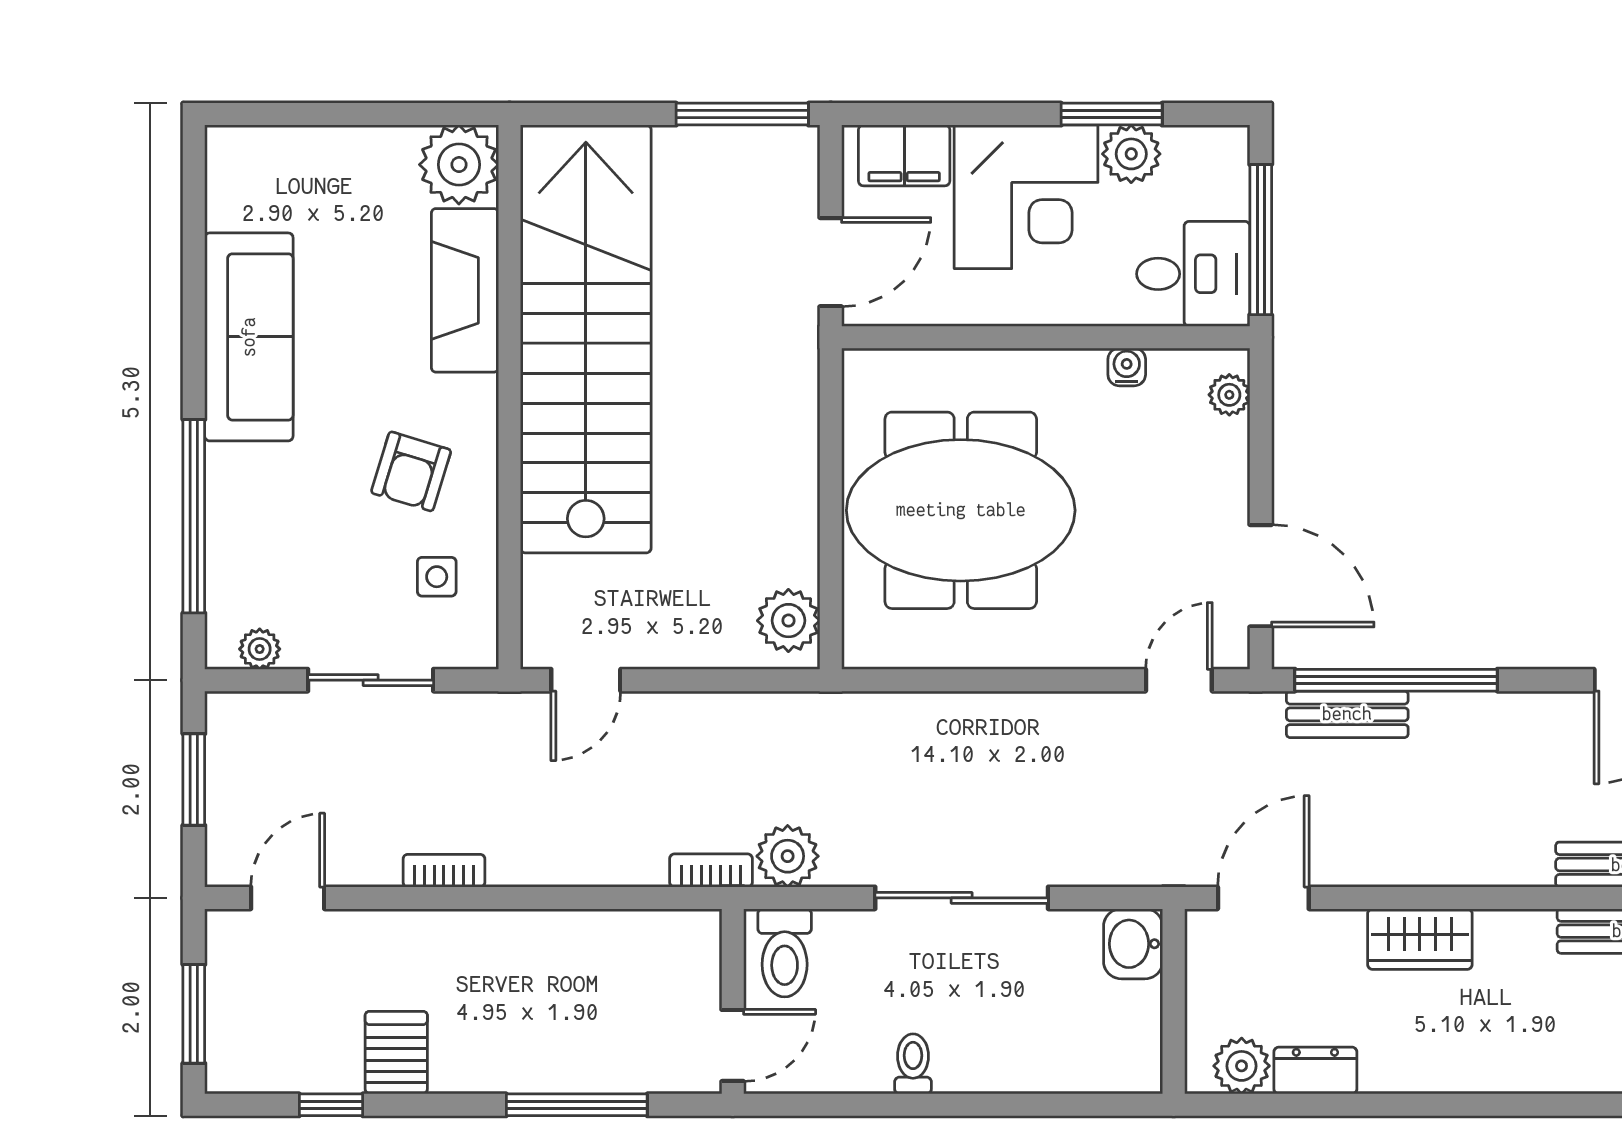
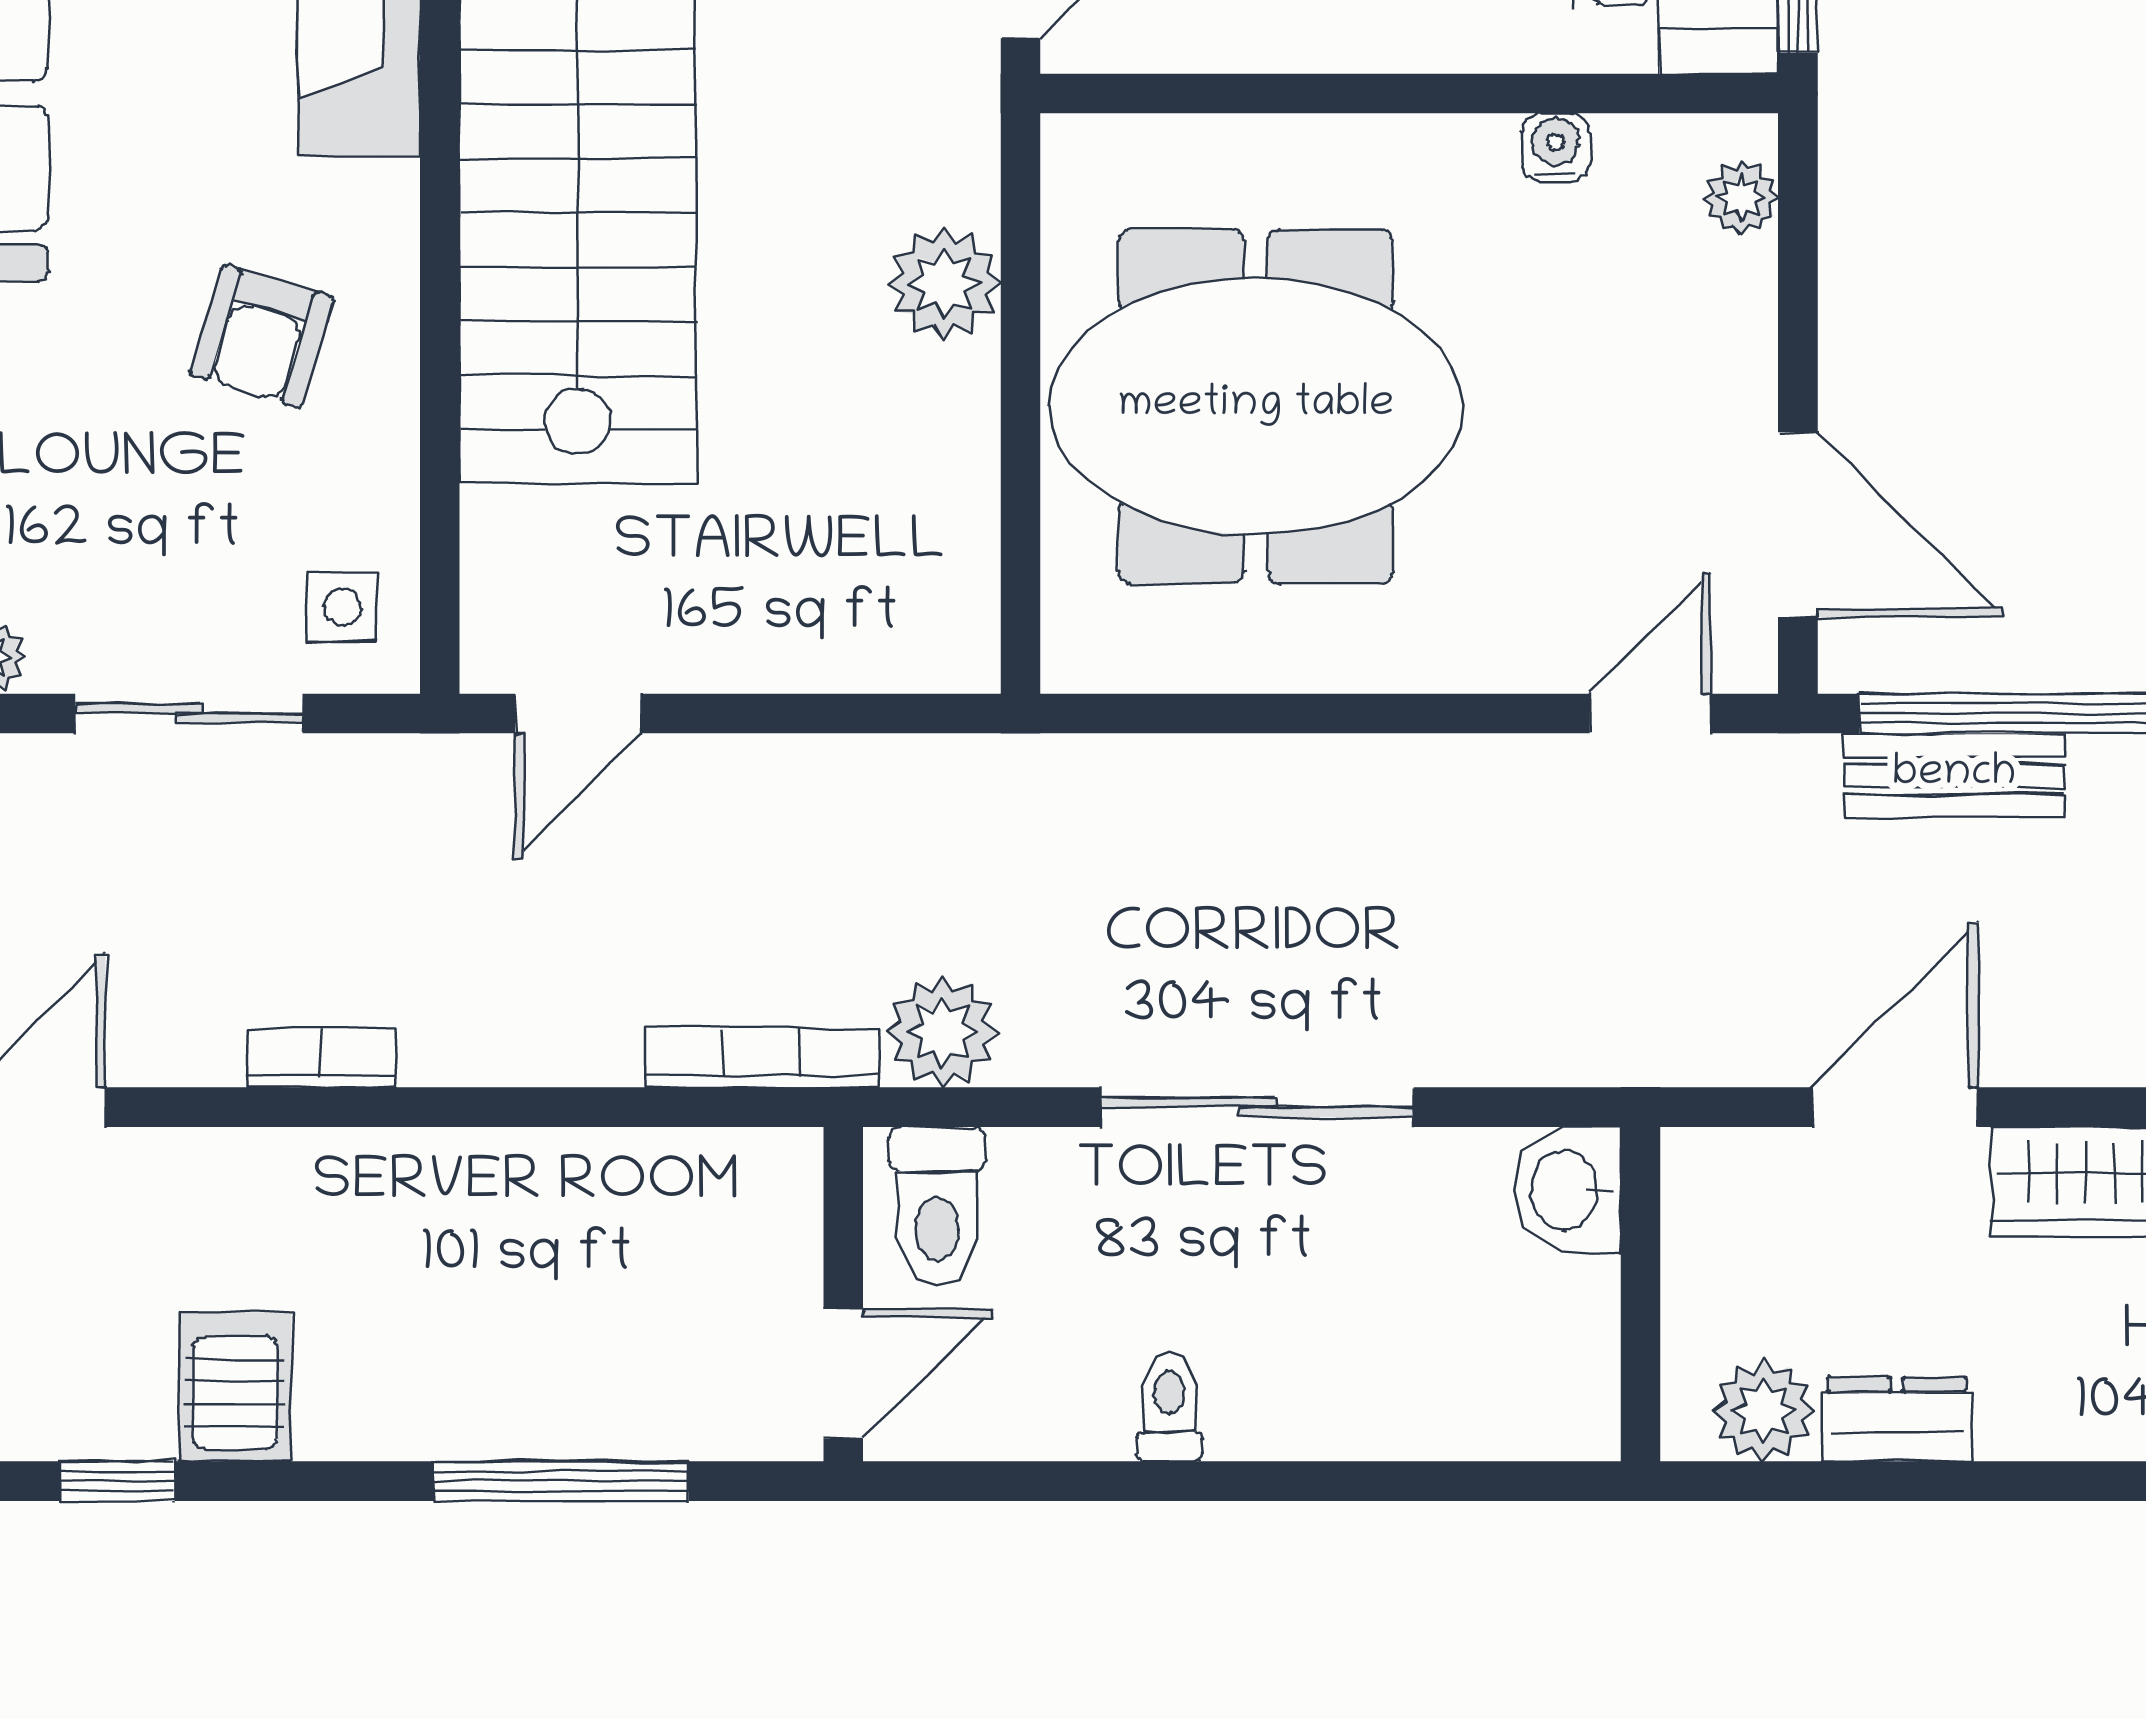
side table: (437, 577) -> (342, 607), moved
plant: (788, 621) -> (944, 283), moved
bookcase: (711, 870) -> (762, 1058), width x1.56
door: (1263, 898) -> (1895, 1107), moved

